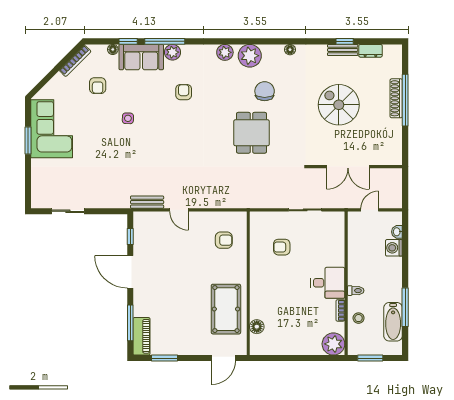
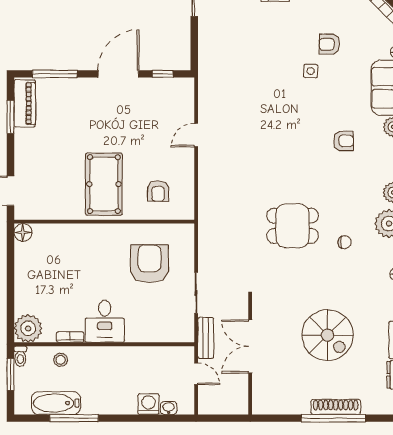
armchair: (98, 86) -> (329, 44), moved
chair: (265, 91) -> (345, 242), width x0.54, depth x0.54
spiral stairs: (339, 105) -> (328, 335), turned 90
bench: (147, 202) -> (206, 338), moved
armchair: (282, 247) -> (149, 264), width x1.88, depth x1.88
toilet: (356, 291) -> (20, 356), moved
pool table: (226, 309) -> (104, 184), moved, turned 90
floor lamp: (257, 327) -> (23, 232), moved
piano: (141, 336) -> (25, 103), moved, turned -90

